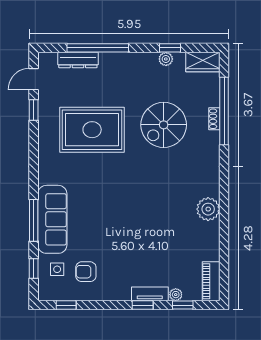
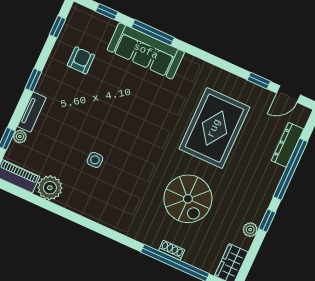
window: (170, 48) -> (267, 221), moved
door: (34, 79) -> (288, 94), swing flipped
spiral stairs: (164, 125) -> (188, 199), turned 180
plant: (208, 209) -> (50, 188), moved
side table: (57, 269) -> (95, 160), moved
window: (143, 305) -> (33, 80), moved

